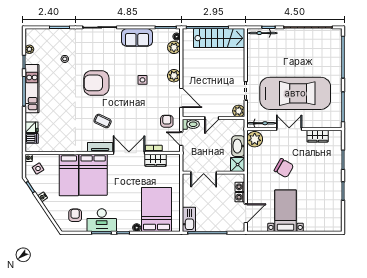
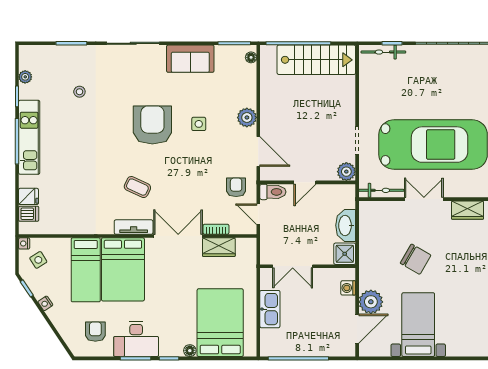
plant: (174, 47) -> (247, 74), removed
armchair: (96, 83) -> (152, 125), moved, turned 90
plant: (255, 139) -> (371, 302), moved
washing machine: (240, 197) -> (348, 304), removed
kitchen sink: (189, 219) -> (270, 309), moved

